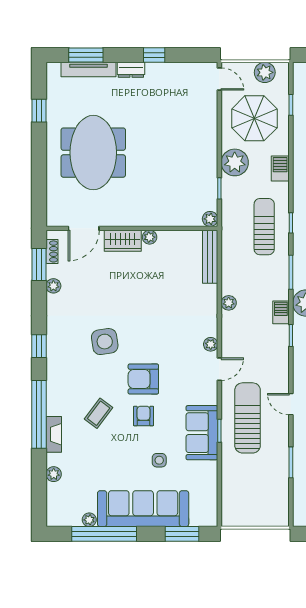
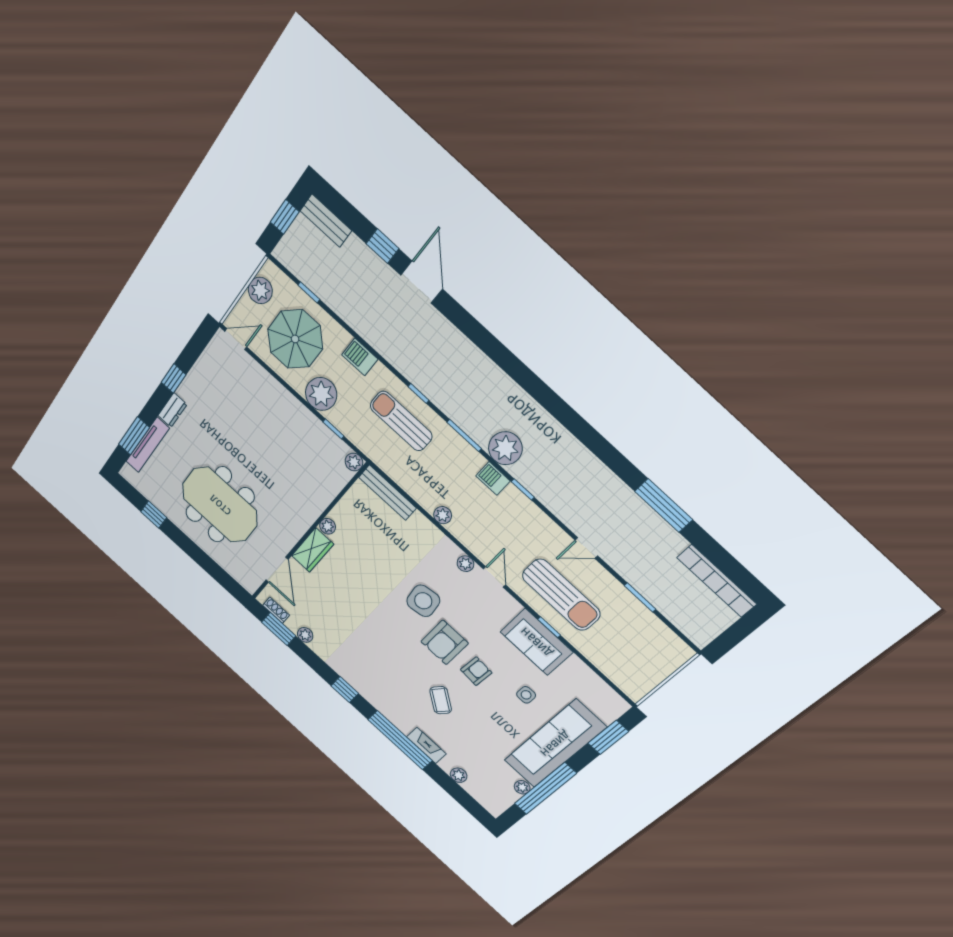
side table: (105, 342) -> (423, 601), moved
armchair: (144, 416) -> (476, 671), turned 94
sun lounger: (248, 418) -> (561, 595), turned 180

